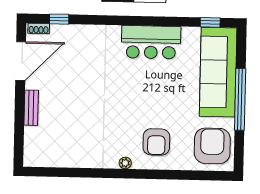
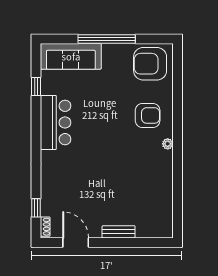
window: (210, 22) -> (36, 86), moved
door: (21, 61) -> (76, 242), width x0.73
sofa: (218, 72) -> (71, 56), width x0.74, depth x0.79

